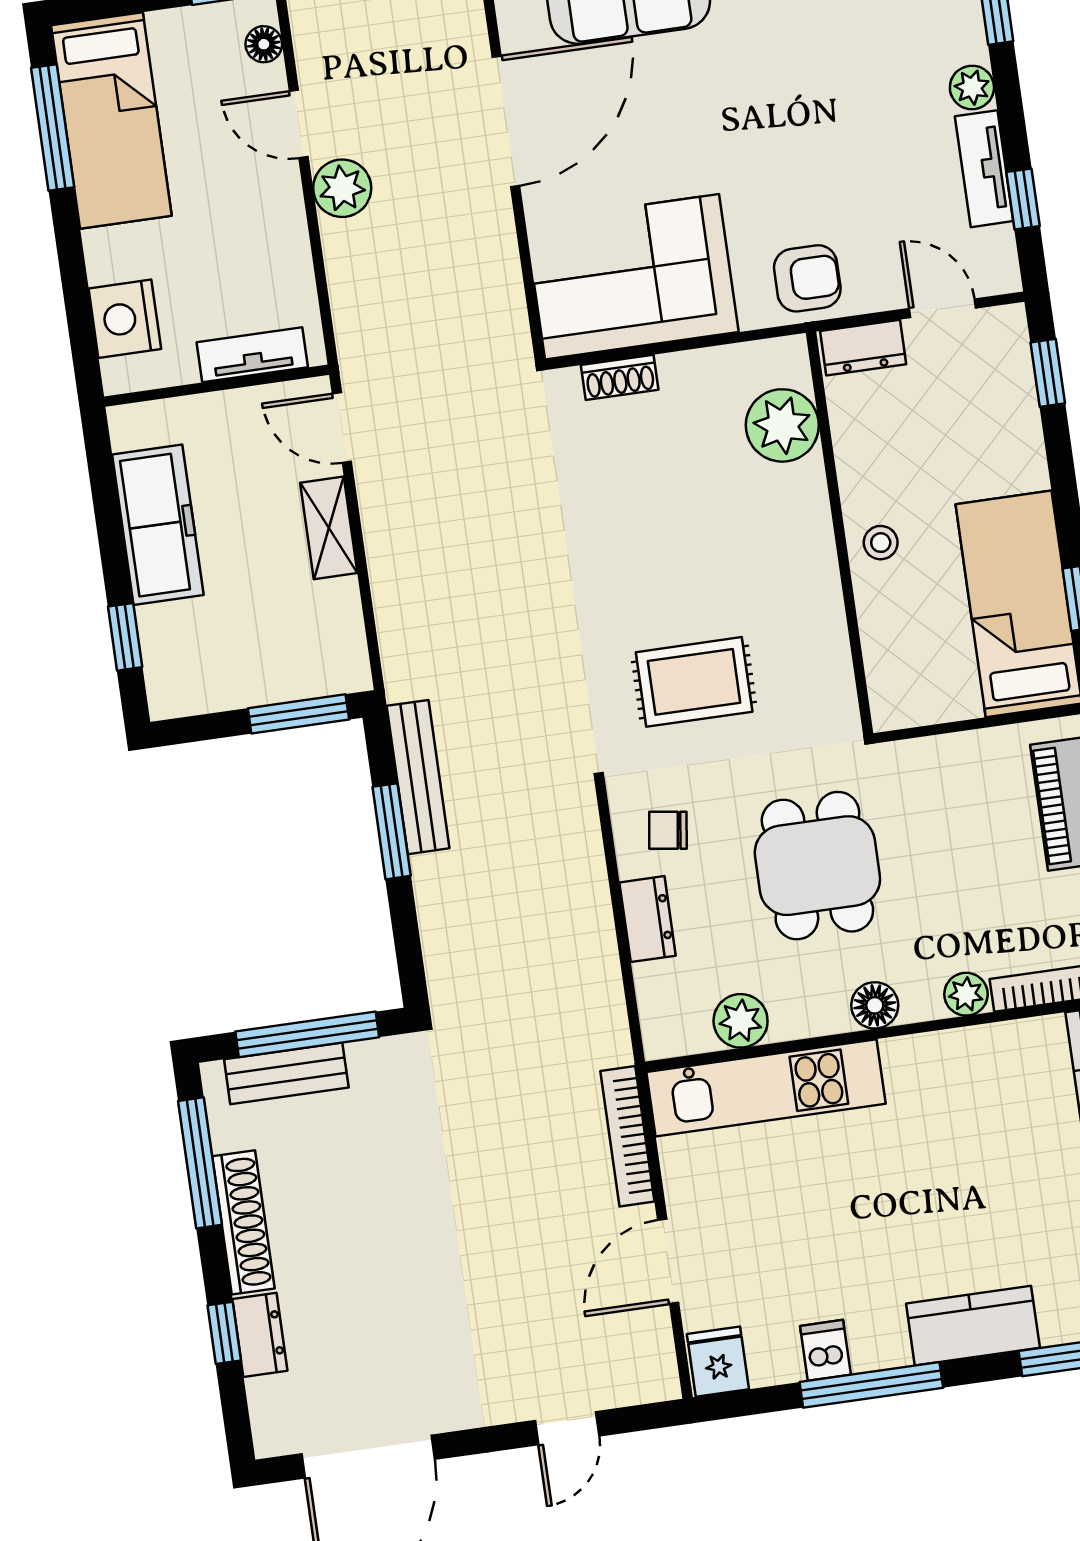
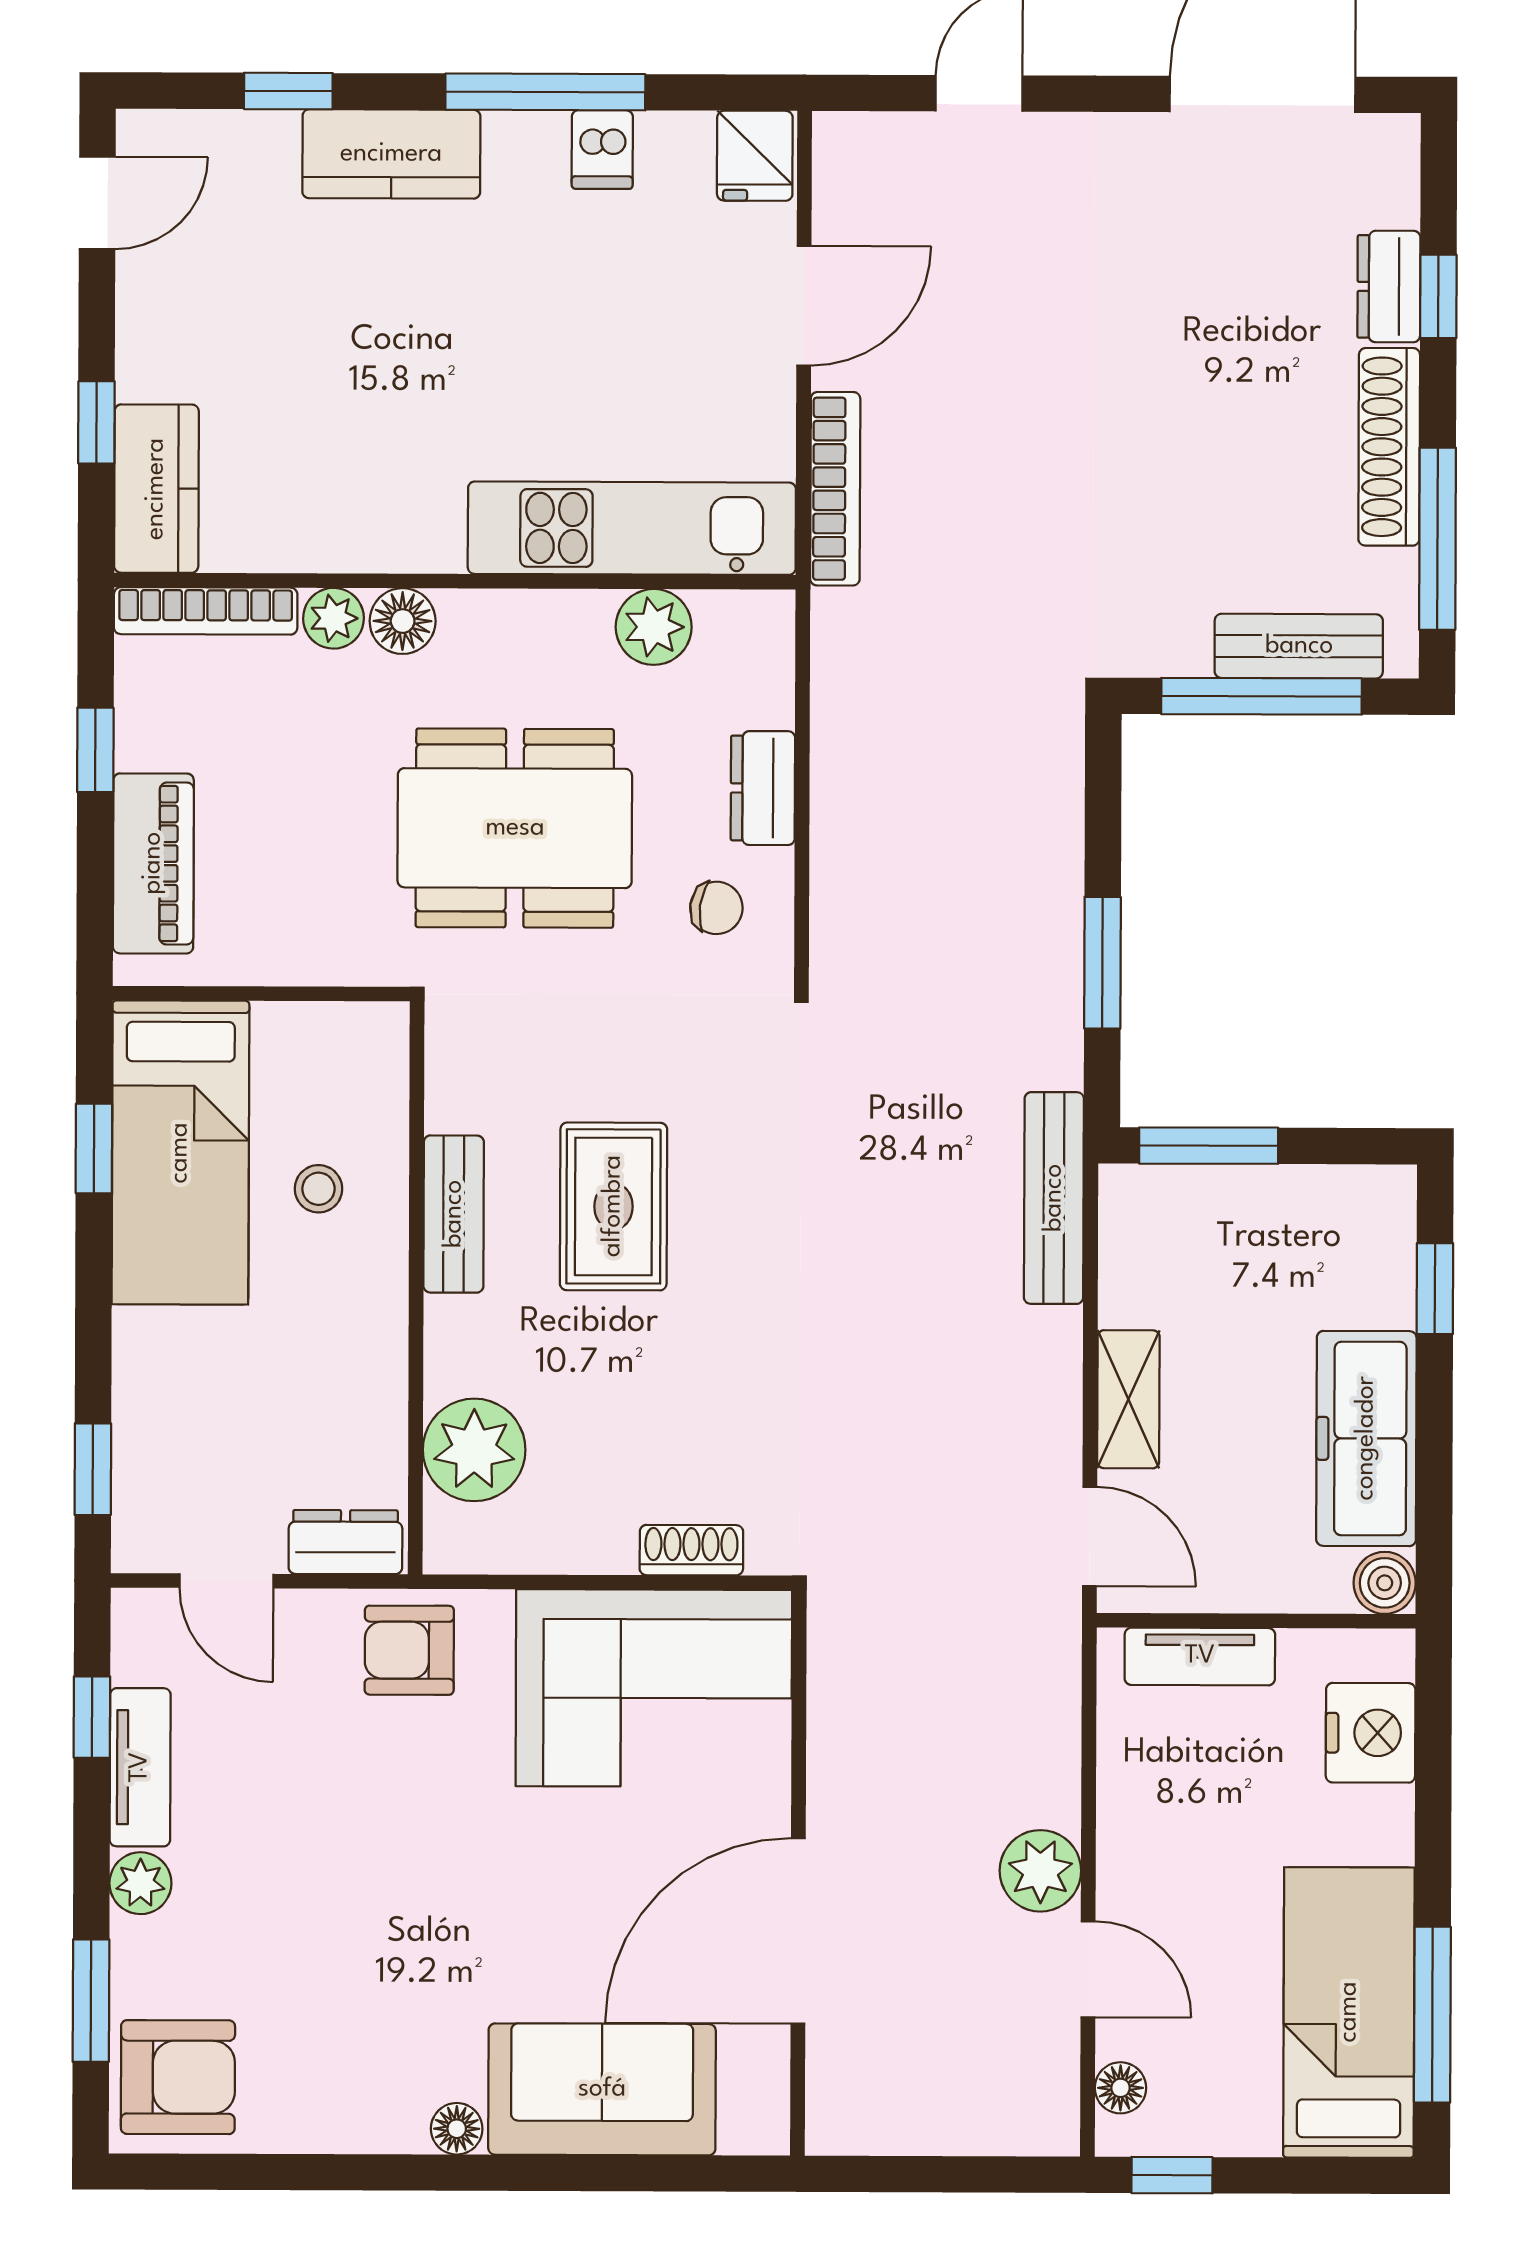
boiler: (130, 425) -> (1385, 1583), added
stool: (881, 543) -> (319, 1189), moved
bench: (821, 589) -> (454, 1214), added
rug: (694, 682) -> (613, 1206), moved, turned 90
bench: (418, 777) -> (1054, 1198), moved
dining table: (817, 866) -> (515, 828), width x1.38
floor lamp: (875, 1005) -> (403, 621), moved

